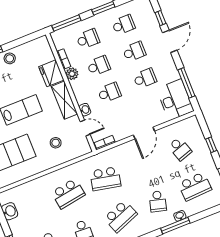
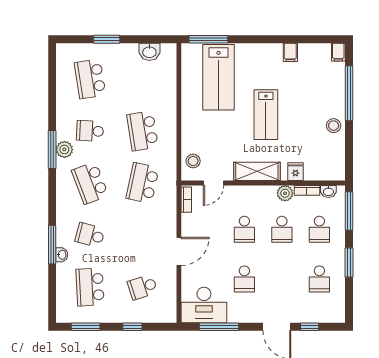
school desk: (134, 52) -> (282, 279), removed
fridge: (51, 73) -> (295, 172), width x0.53, depth x0.75
washbasin: (85, 110) -> (328, 191), moved
door: (144, 133) -> (179, 251), swing flipped
stool: (56, 143) -> (193, 161), moved

